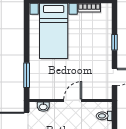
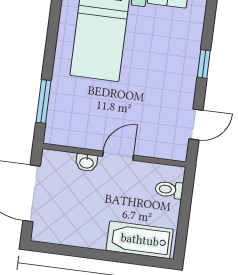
washbasin: (43, 107) -> (87, 162), moved

